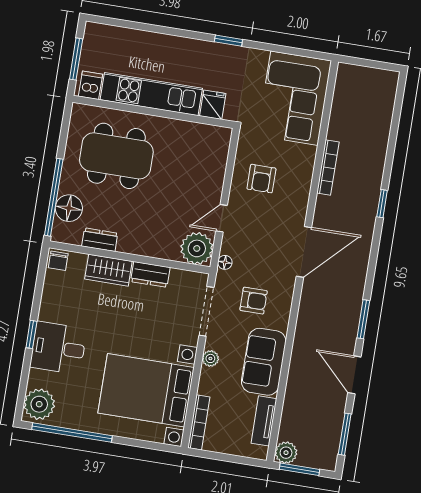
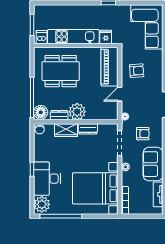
piano: (211, 162) -> (109, 67), added
armchair: (261, 179) -> (137, 71), turned -94
floor lamp: (69, 208) -> (41, 112), moved
plant: (197, 248) -> (77, 112), moved
desk: (58, 348) -> (47, 179), width x1.37

